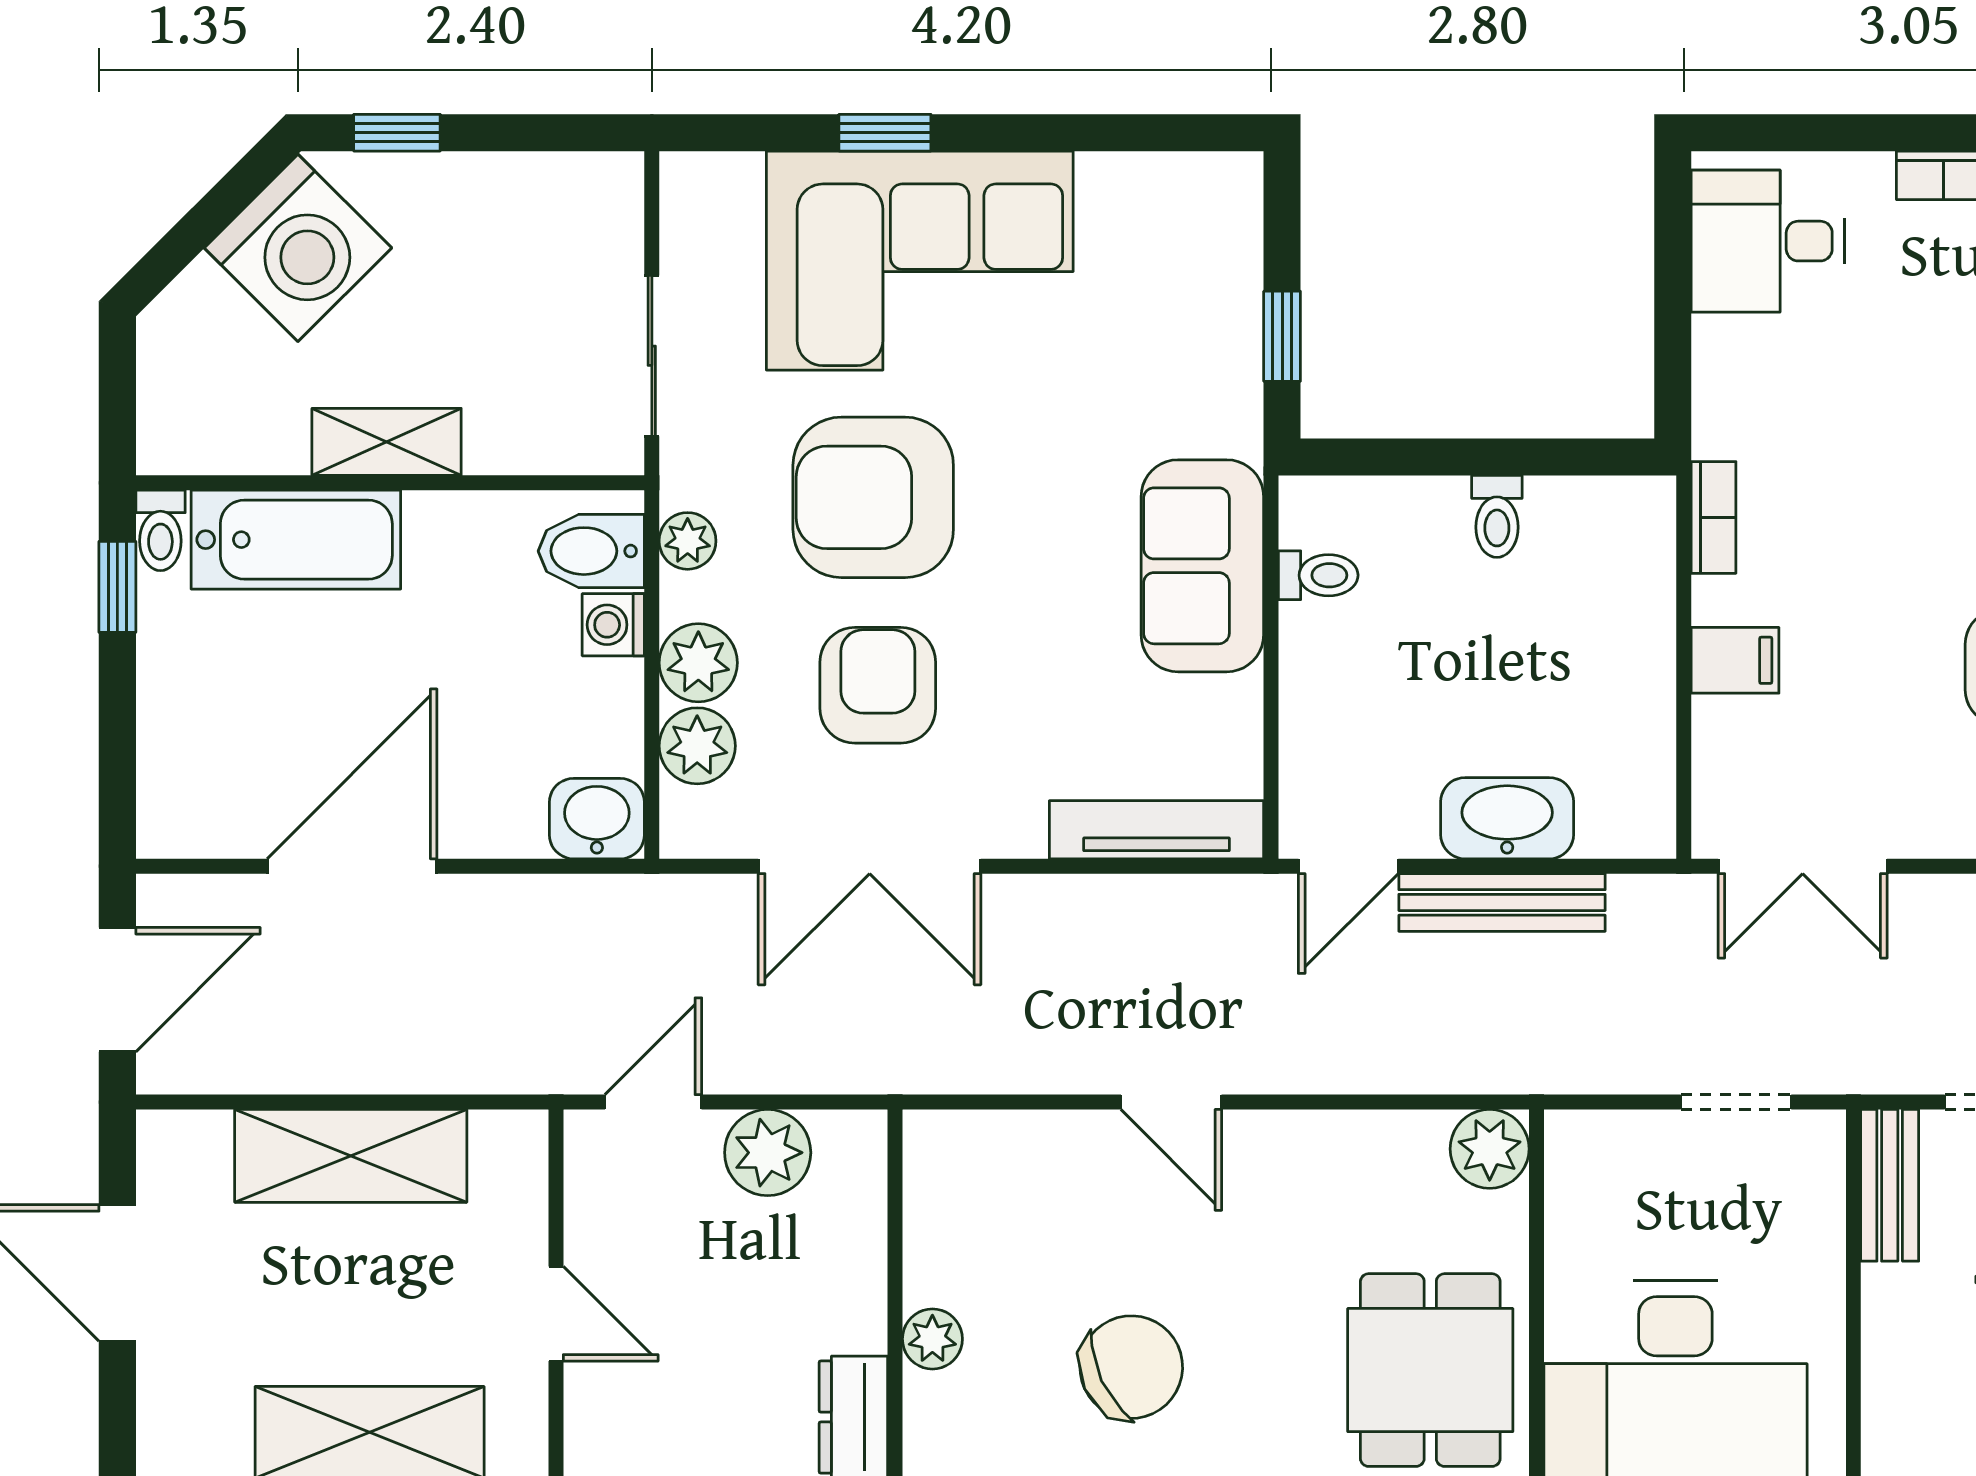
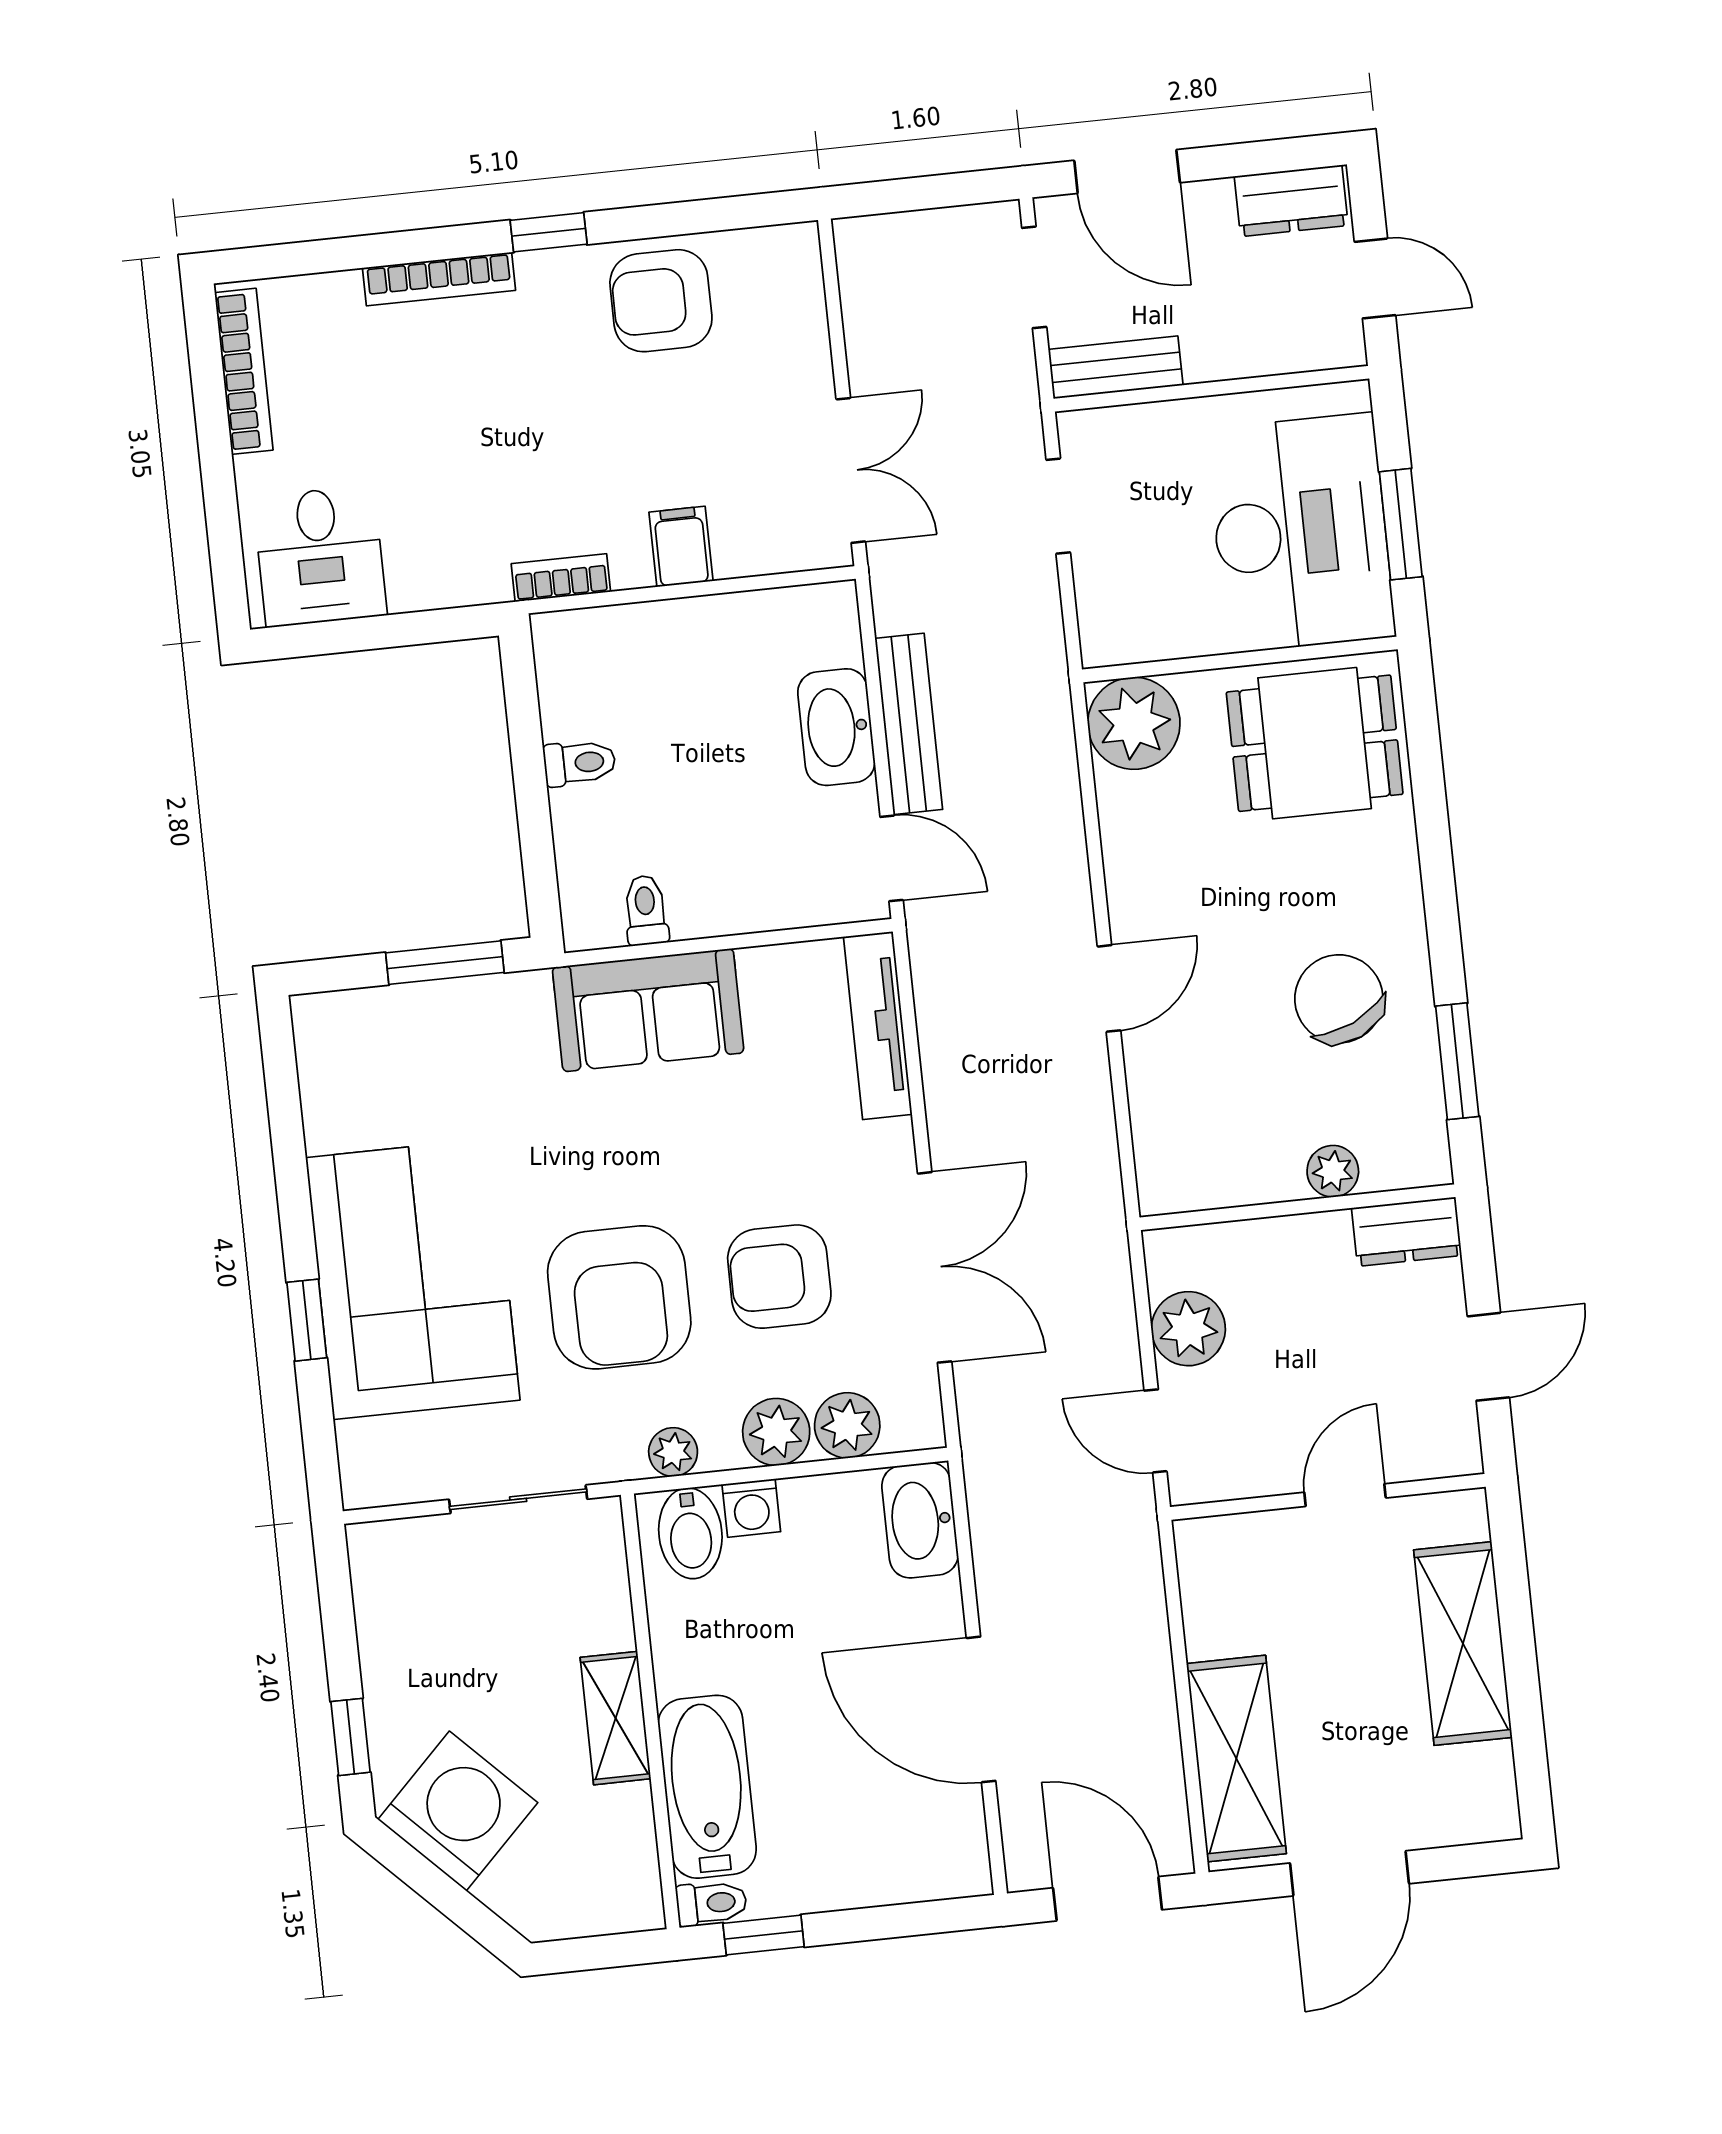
window: (1282, 336) -> (445, 963), width x1.50
washbasin: (597, 819) -> (920, 1520), width x1.38
plant: (1490, 1149) -> (1134, 723), width x1.36, depth x1.36
shelving: (351, 1156) -> (1236, 1759), moved

